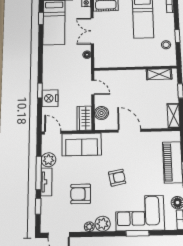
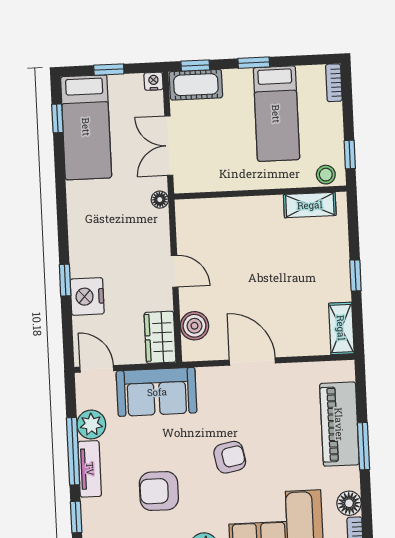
wall: (135, 68) -> (260, 193), moved
shelving: (159, 74) -> (310, 205), moved

